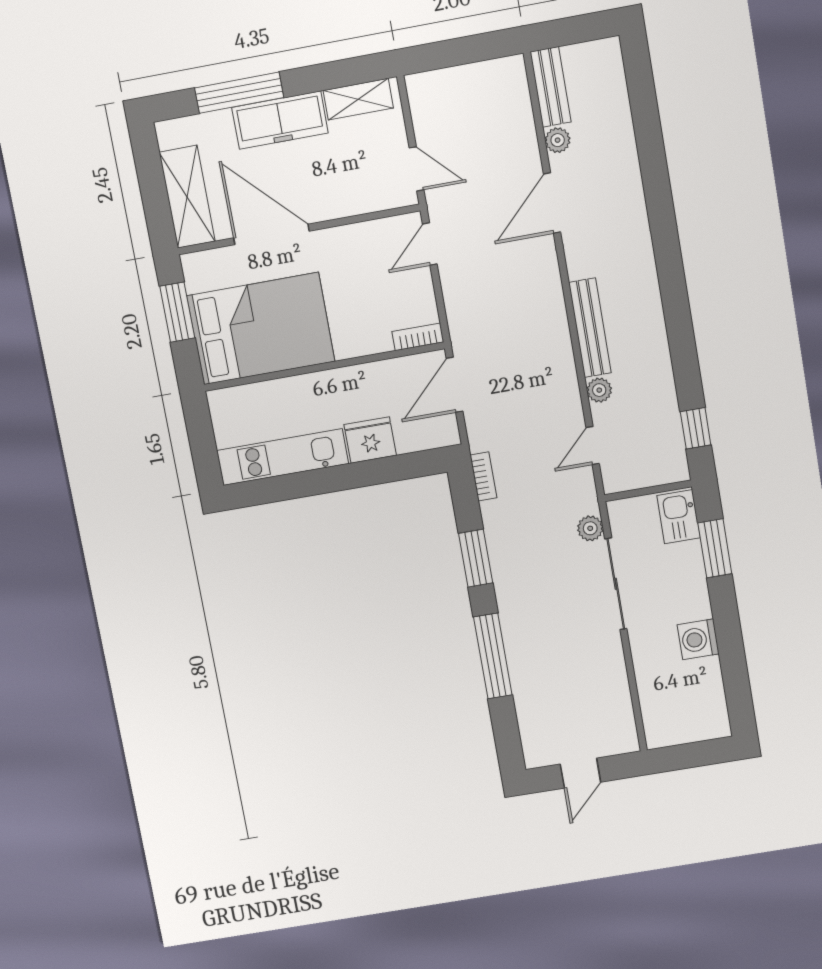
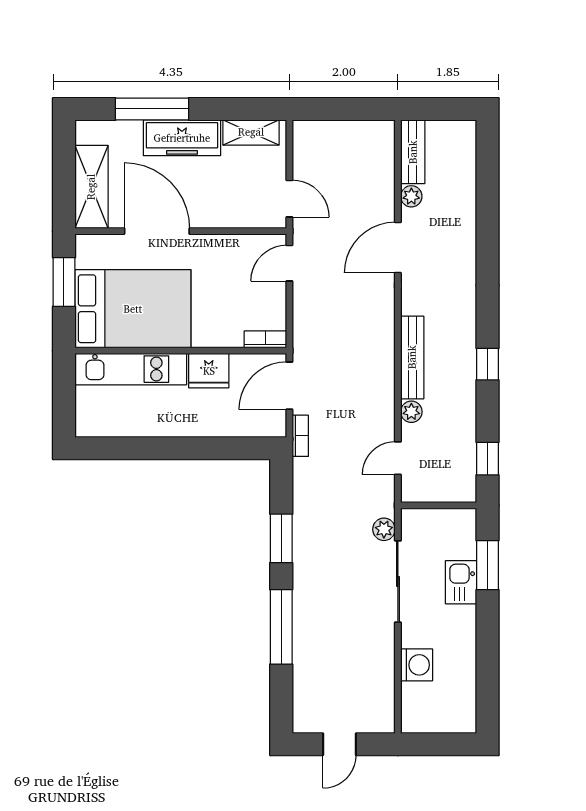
window: (678, 320) -> (488, 364), added
fridge: (370, 440) -> (209, 371), moved, turned 180
kitchen unit: (283, 457) -> (131, 369), moved, turned 180
bookcase: (483, 476) -> (300, 436), moved
kitchen sink: (679, 517) -> (461, 582), moved
washing machine: (698, 639) -> (417, 665), moved, turned 180

